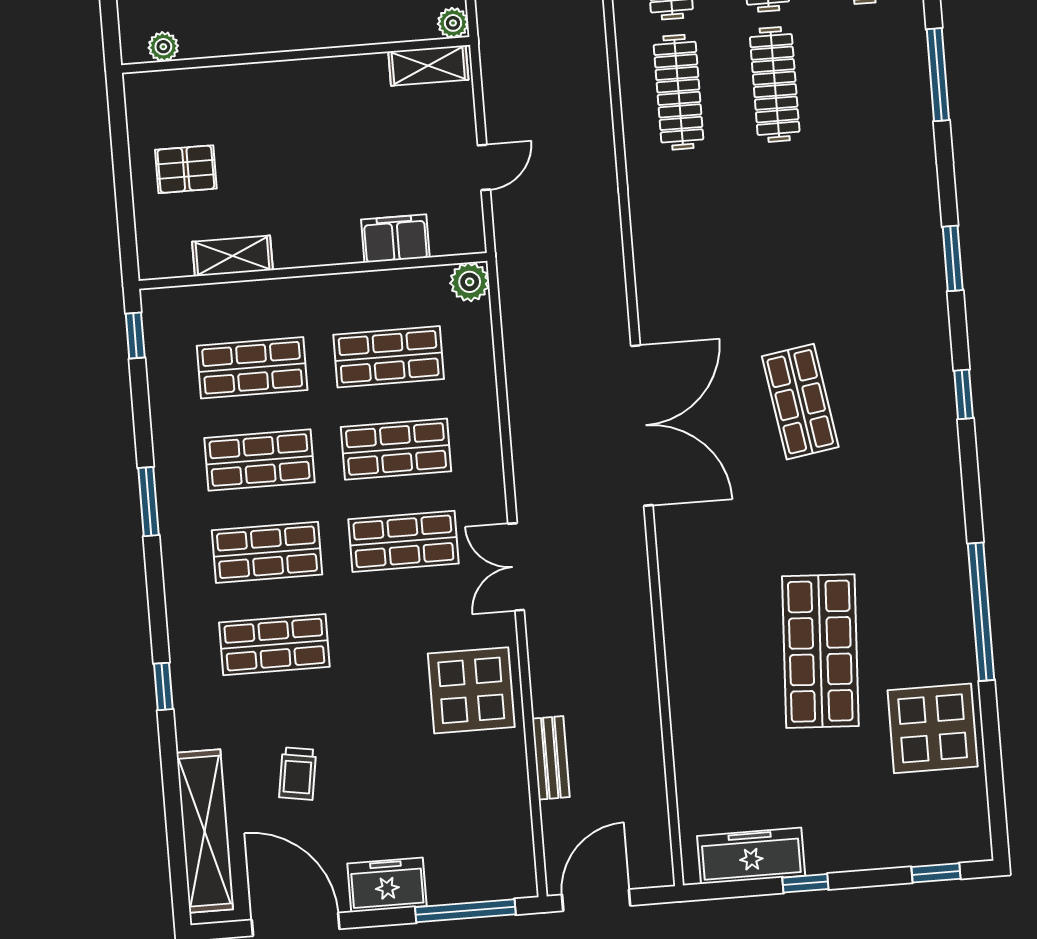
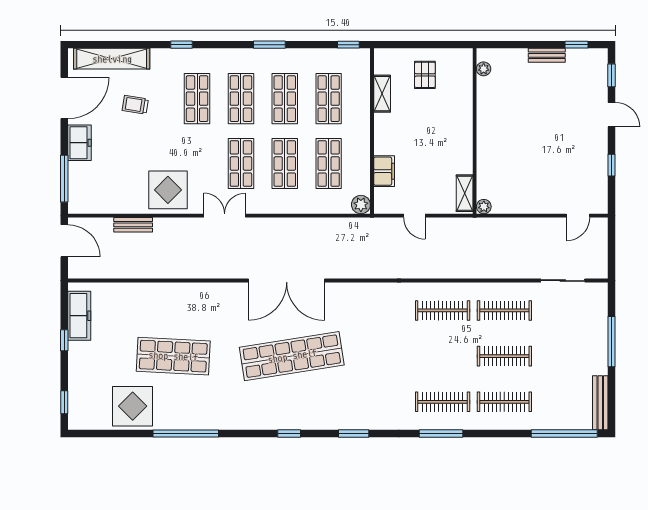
clothes rail: (775, 84) -> (443, 402), moved
shop shelf: (800, 402) -> (292, 356), width x2.00, depth x1.36

